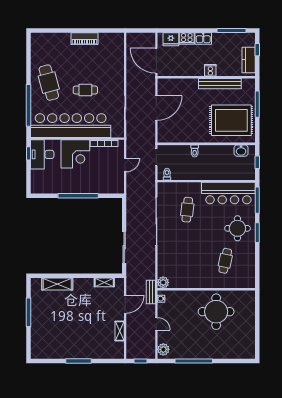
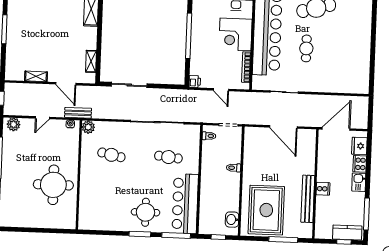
piano: (84, 39) -> (364, 50), removed
kitchen counter: (249, 60) -> (347, 233), moved
printer: (119, 189) -> (195, 81), added
cafe table: (225, 261) -> (111, 155), moved

